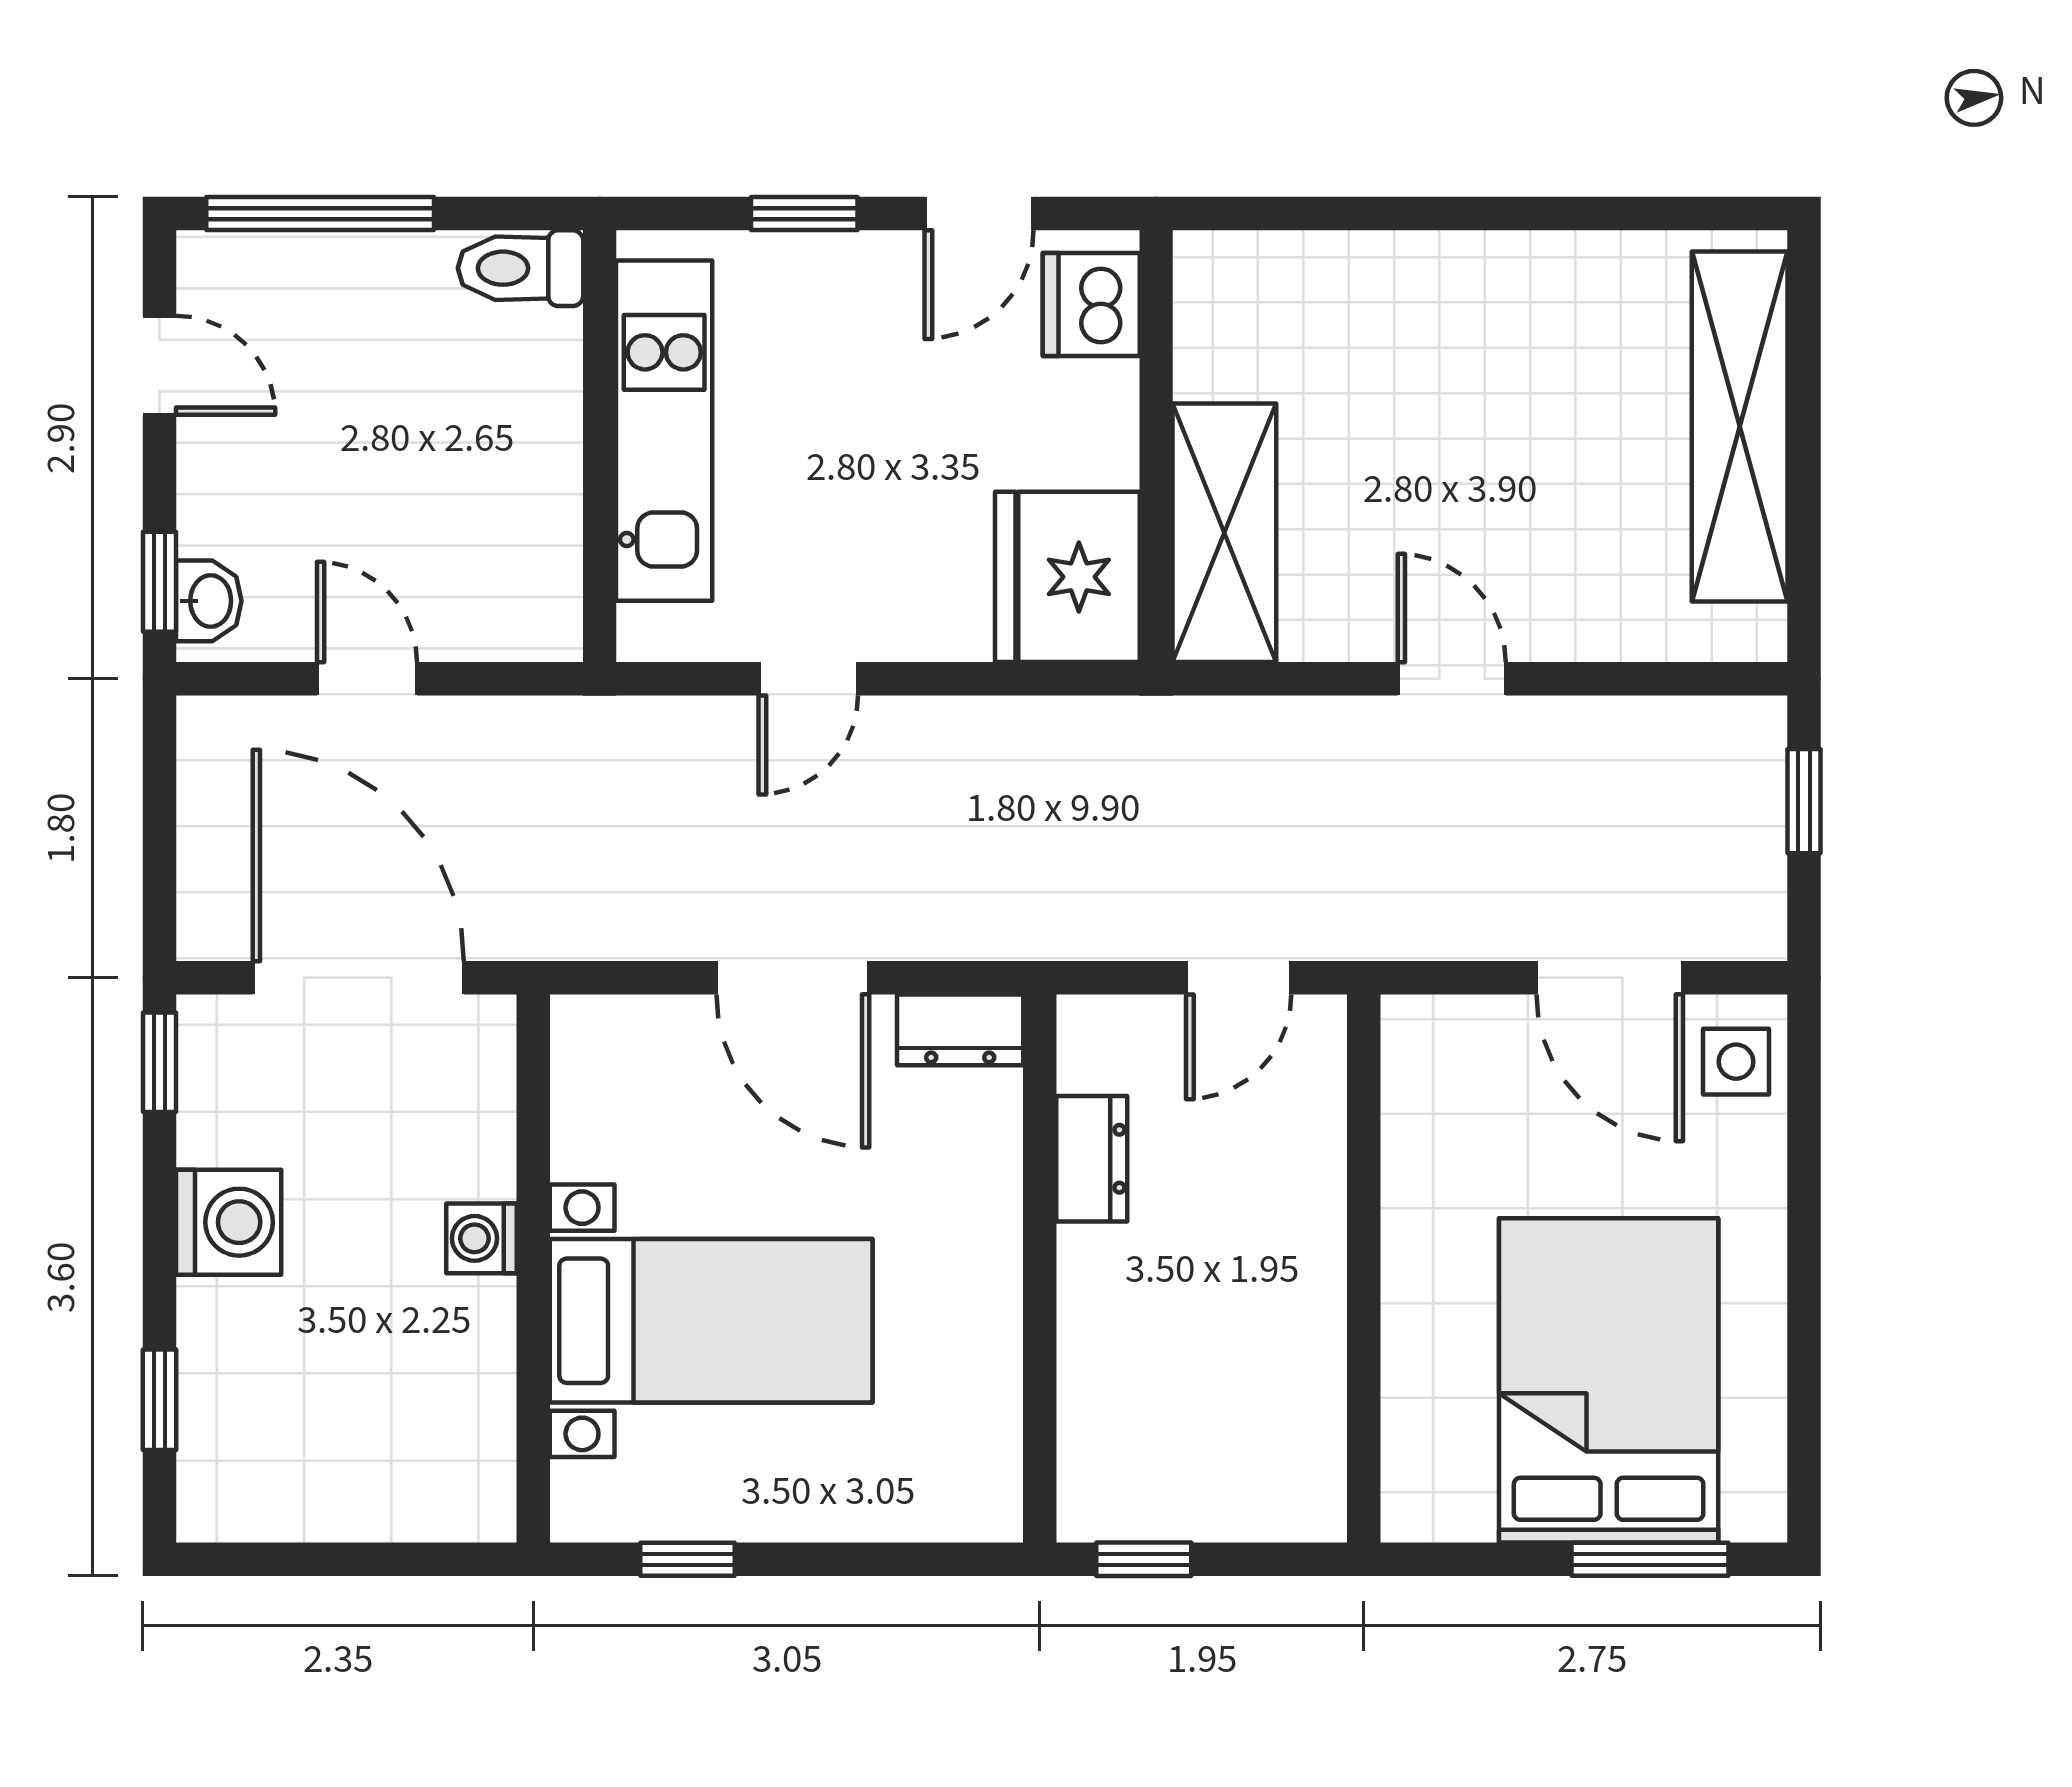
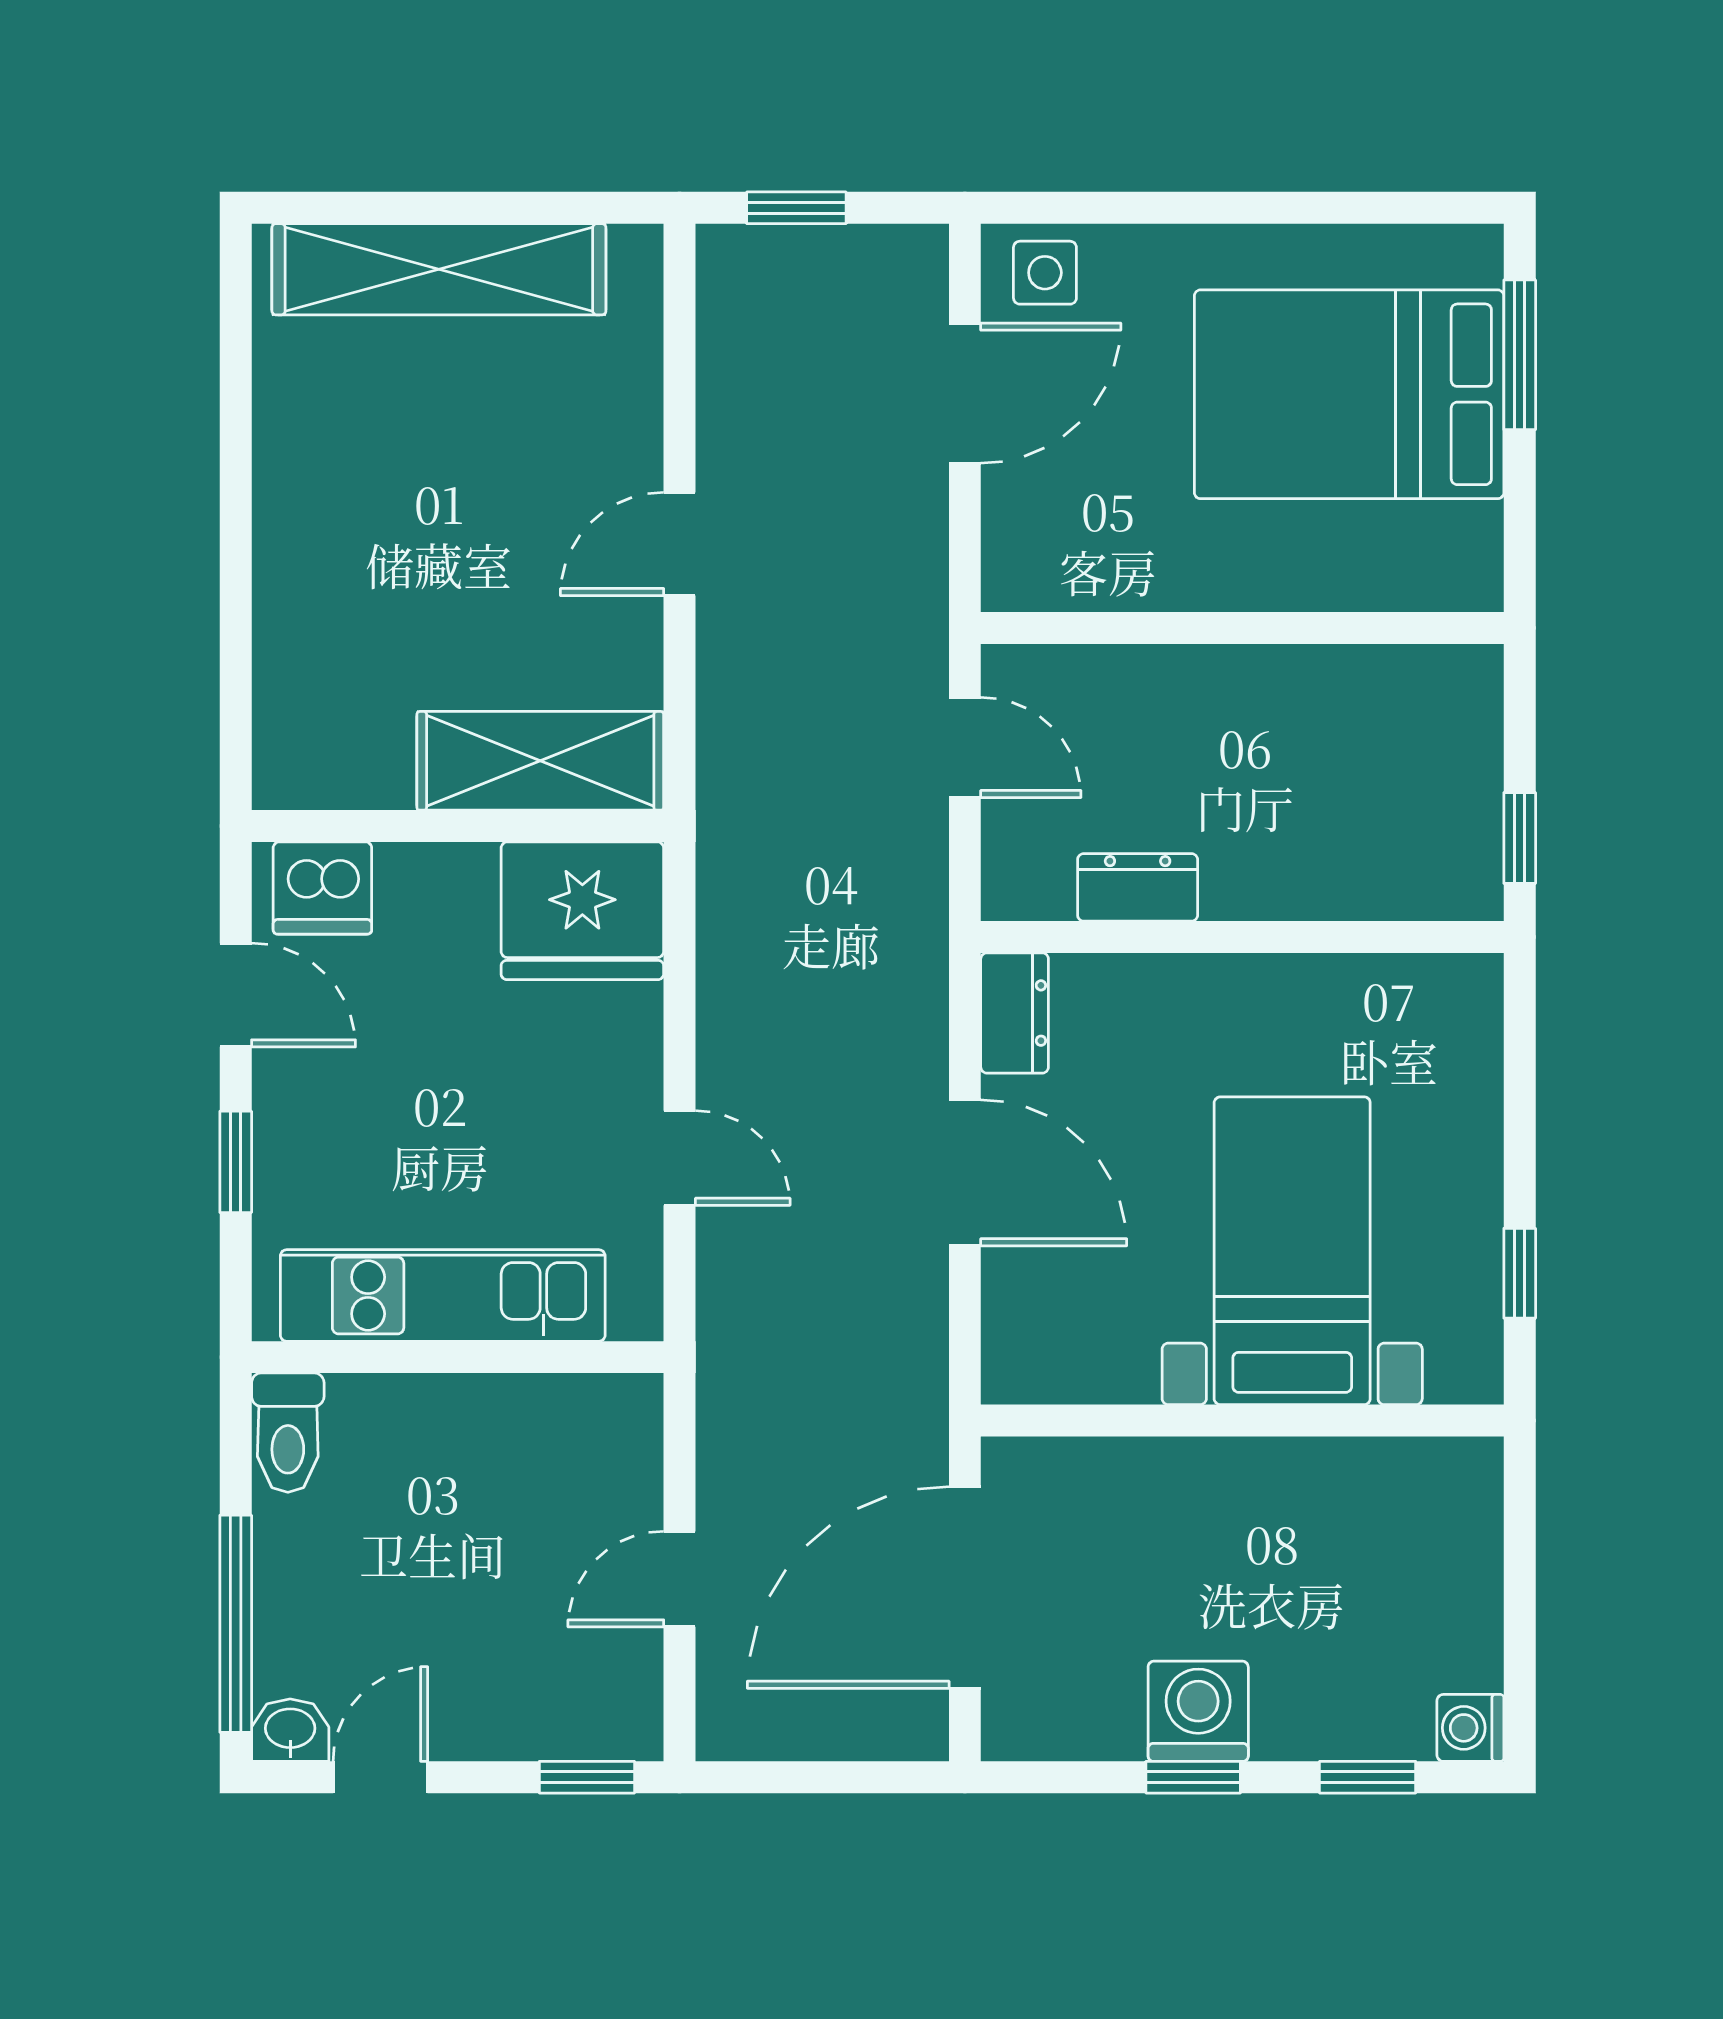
washbasin: (209, 601) -> (290, 1730), moved
door: (793, 978) -> (965, 1173), hinge flipped
window: (159, 1062) -> (1193, 1777), moved
washing machine: (482, 1238) -> (1470, 1728), moved, turned 90

